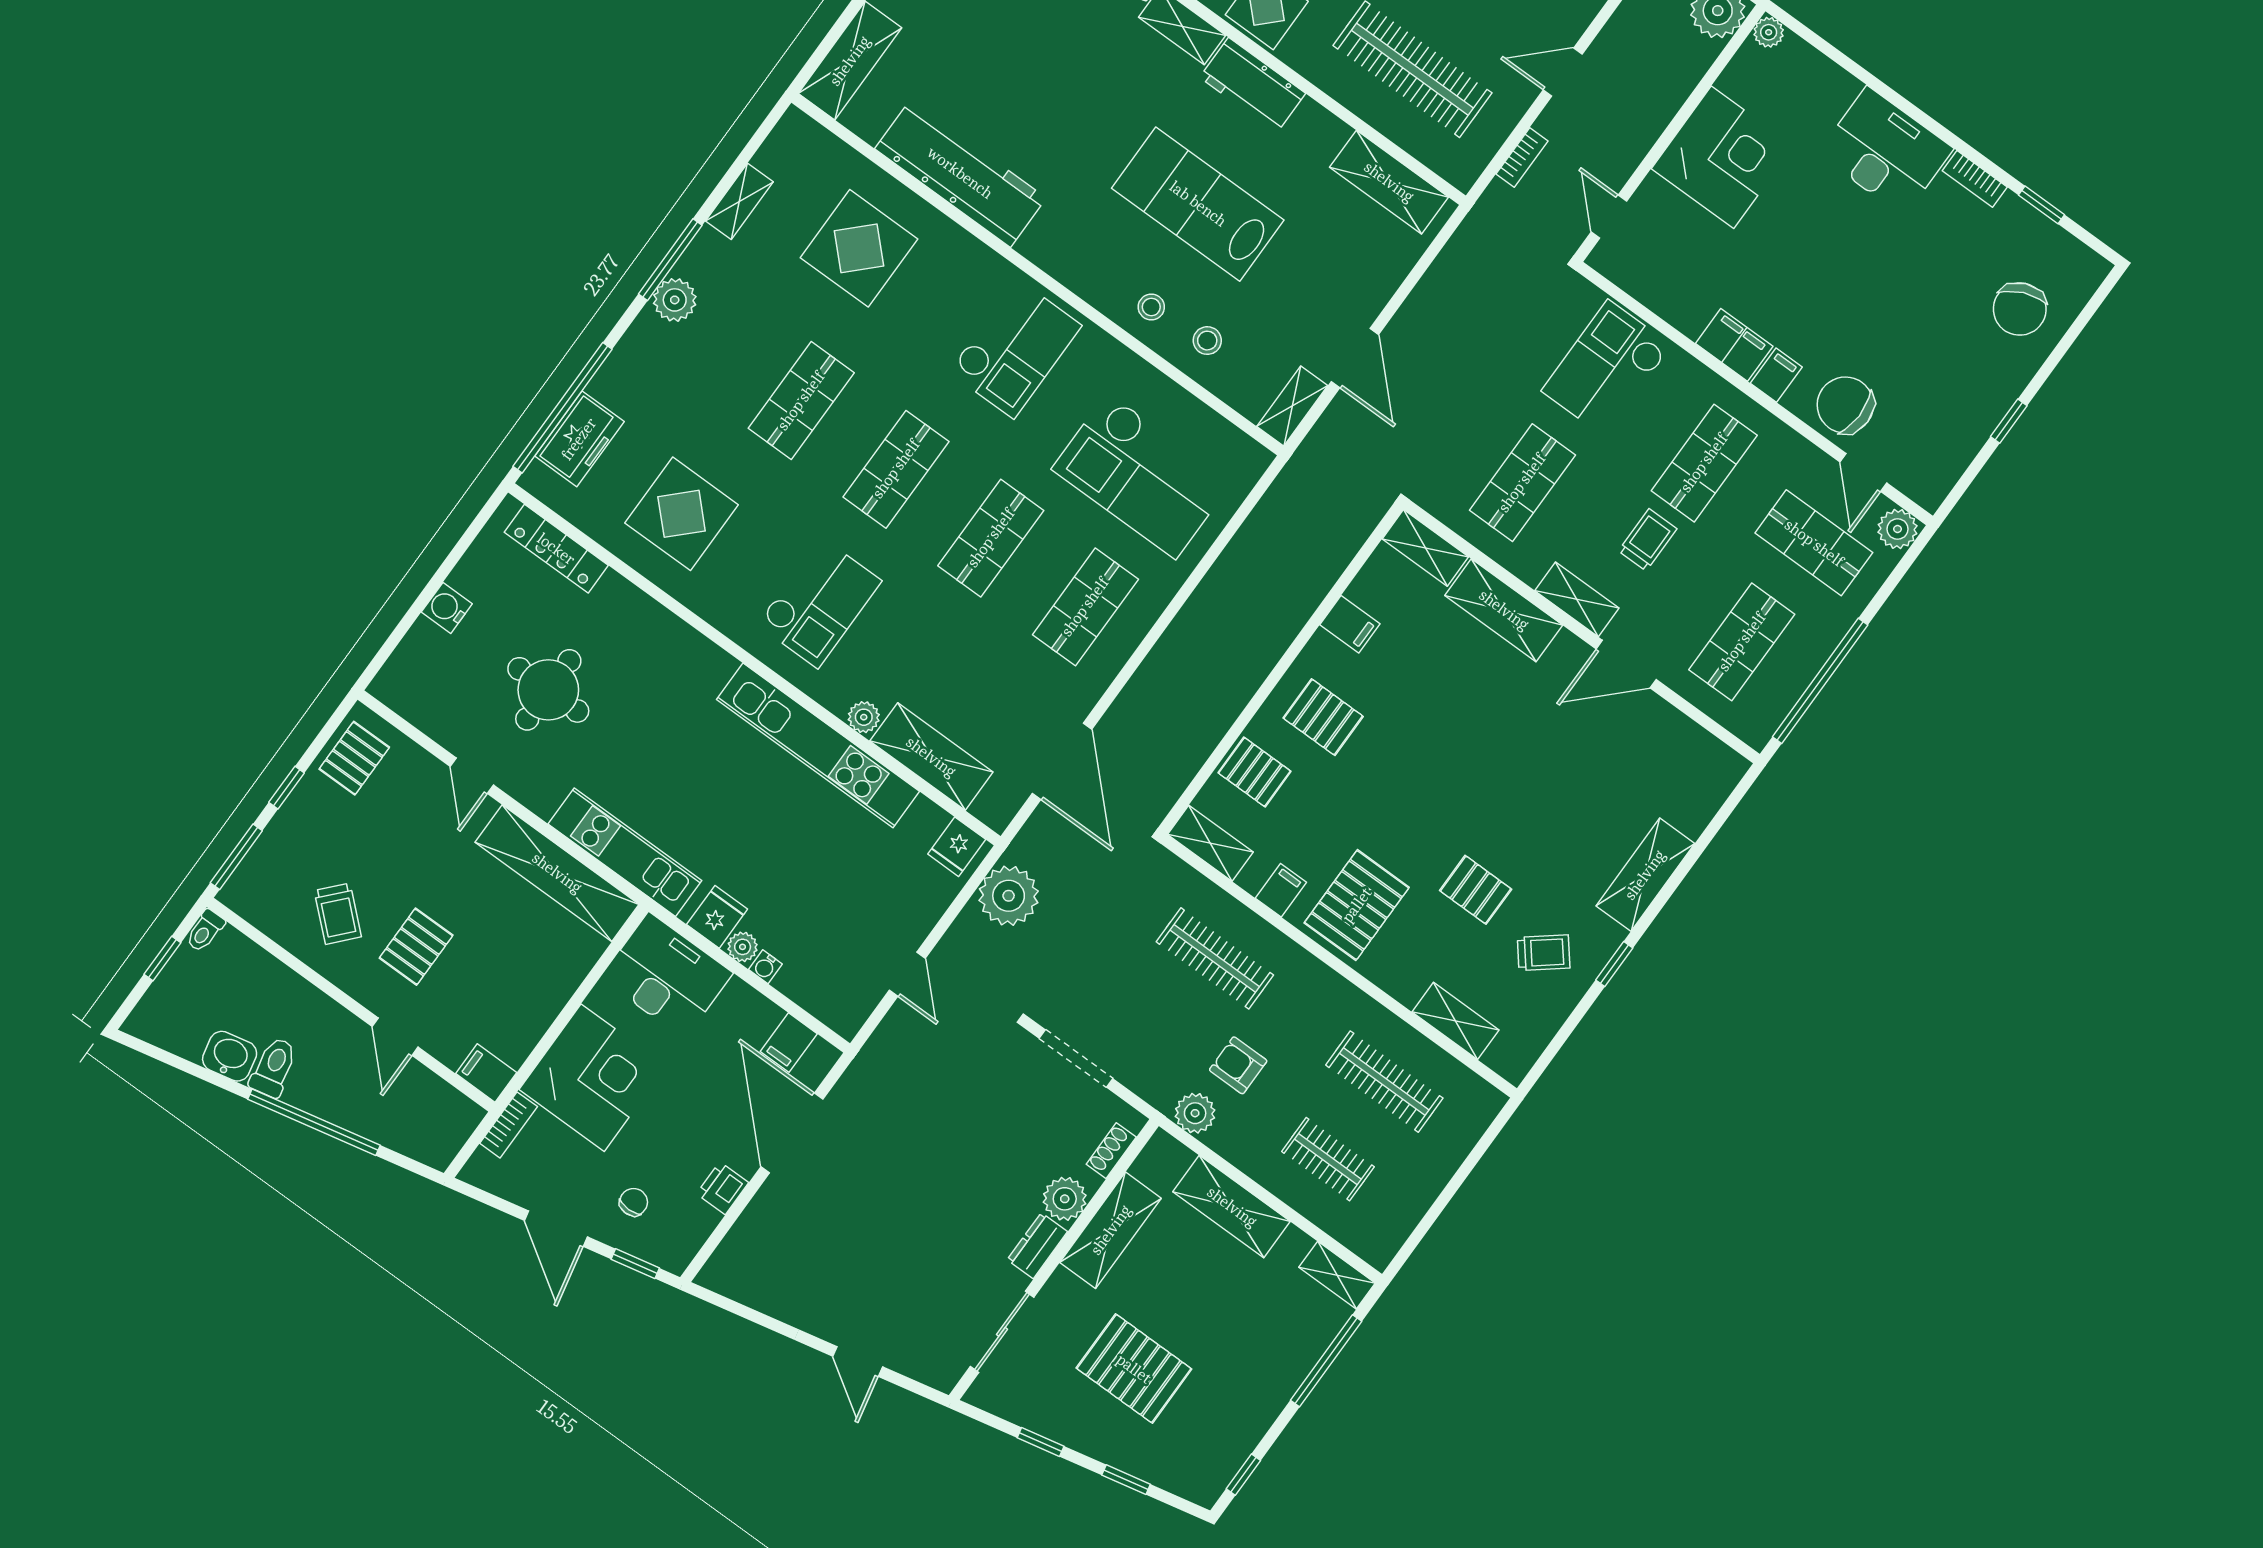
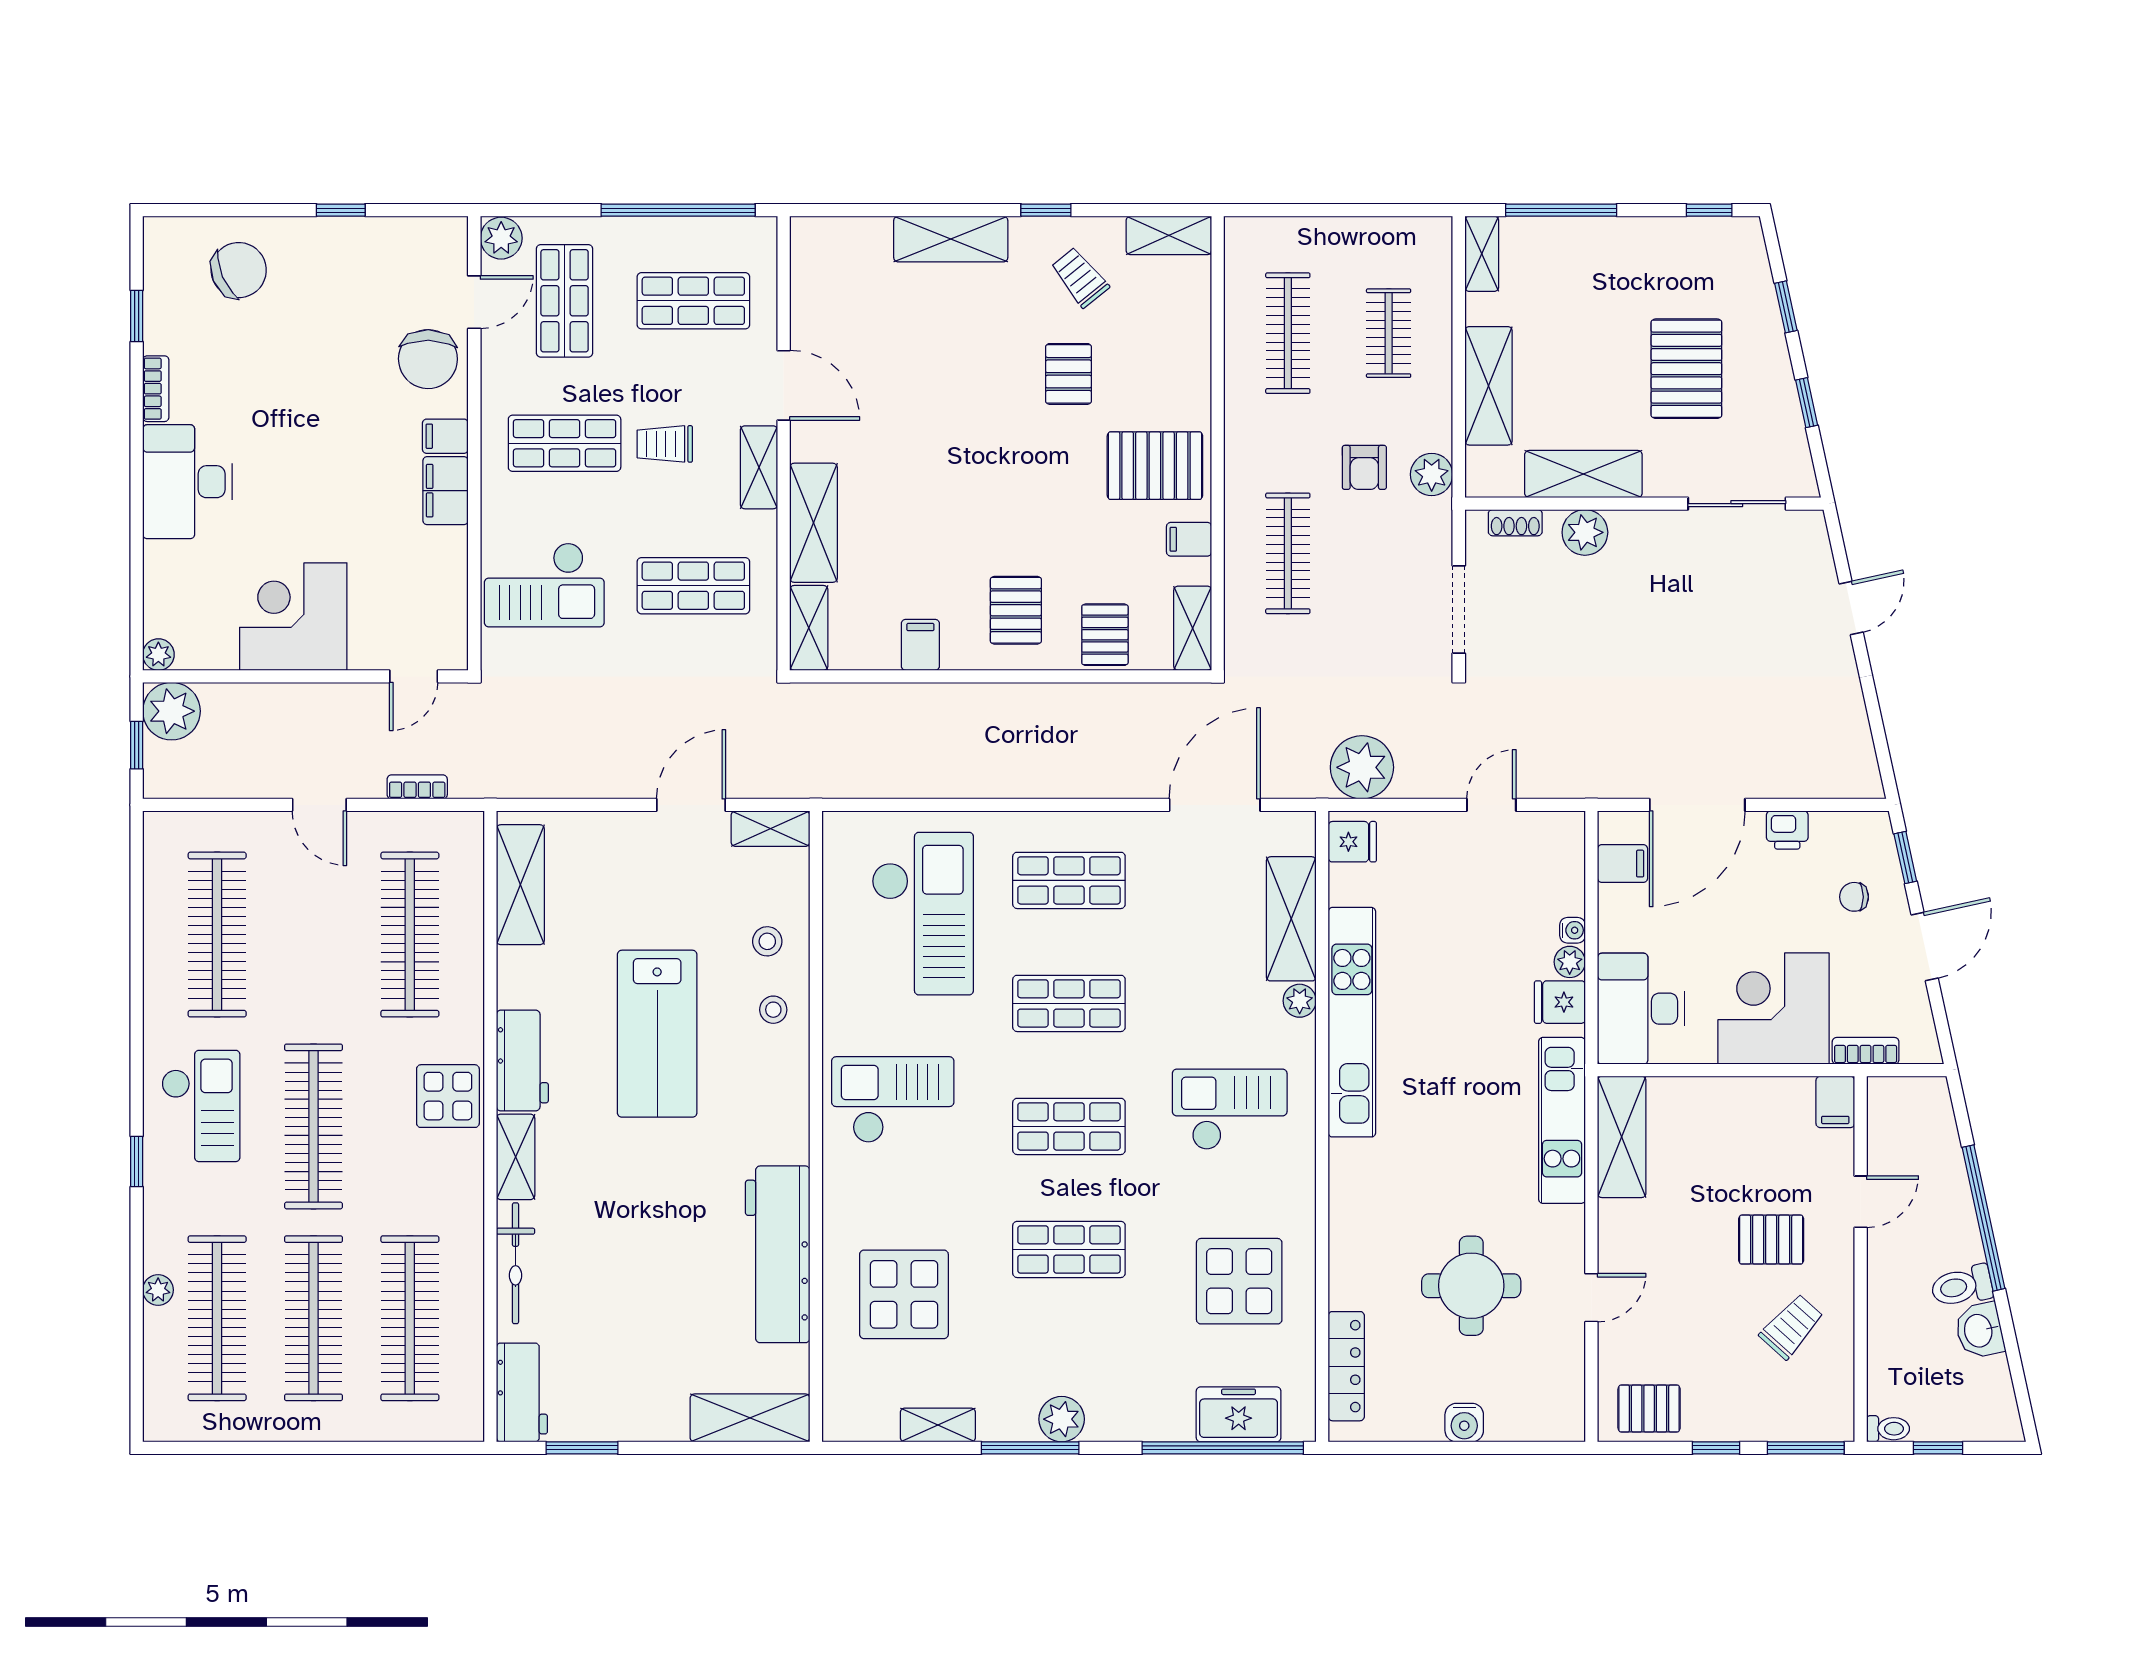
shelving: (557, 873) -> (1622, 1137), width x0.68
shelving: (1455, 1021) -> (1169, 235), moved, turned 90
dresser: (1037, 1246) -> (1642, 527), removed

